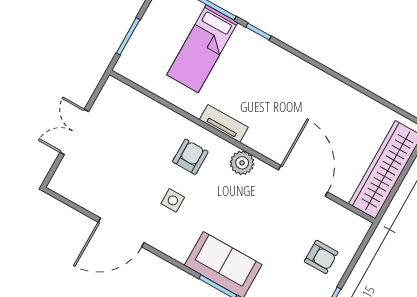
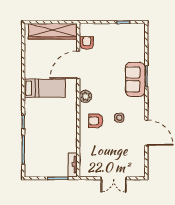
bed: (202, 49) -> (45, 88), moved
tv unit: (224, 124) -> (73, 165), moved
armchair: (321, 257) -> (87, 43), moved

